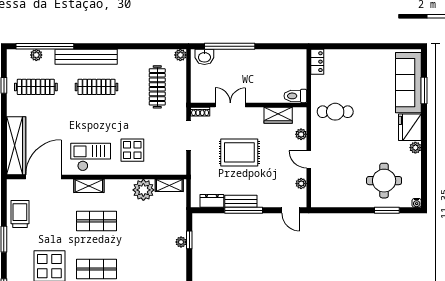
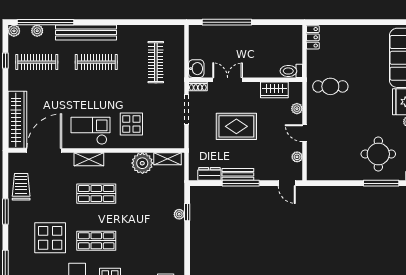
plant: (180, 55) -> (14, 31), moved
washbasin: (204, 57) -> (196, 69), moved, turned -90
window: (387, 210) -> (381, 183), width x1.44

